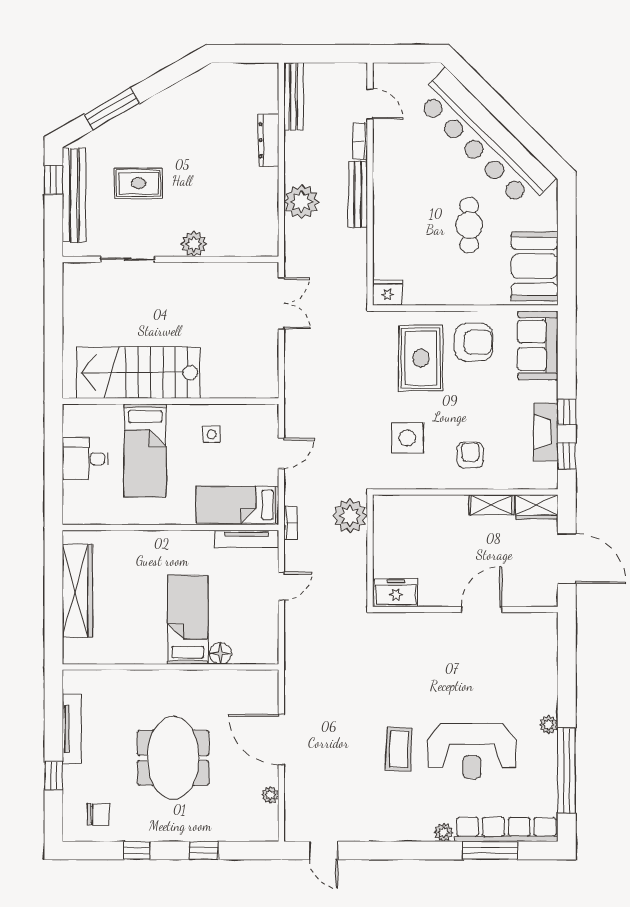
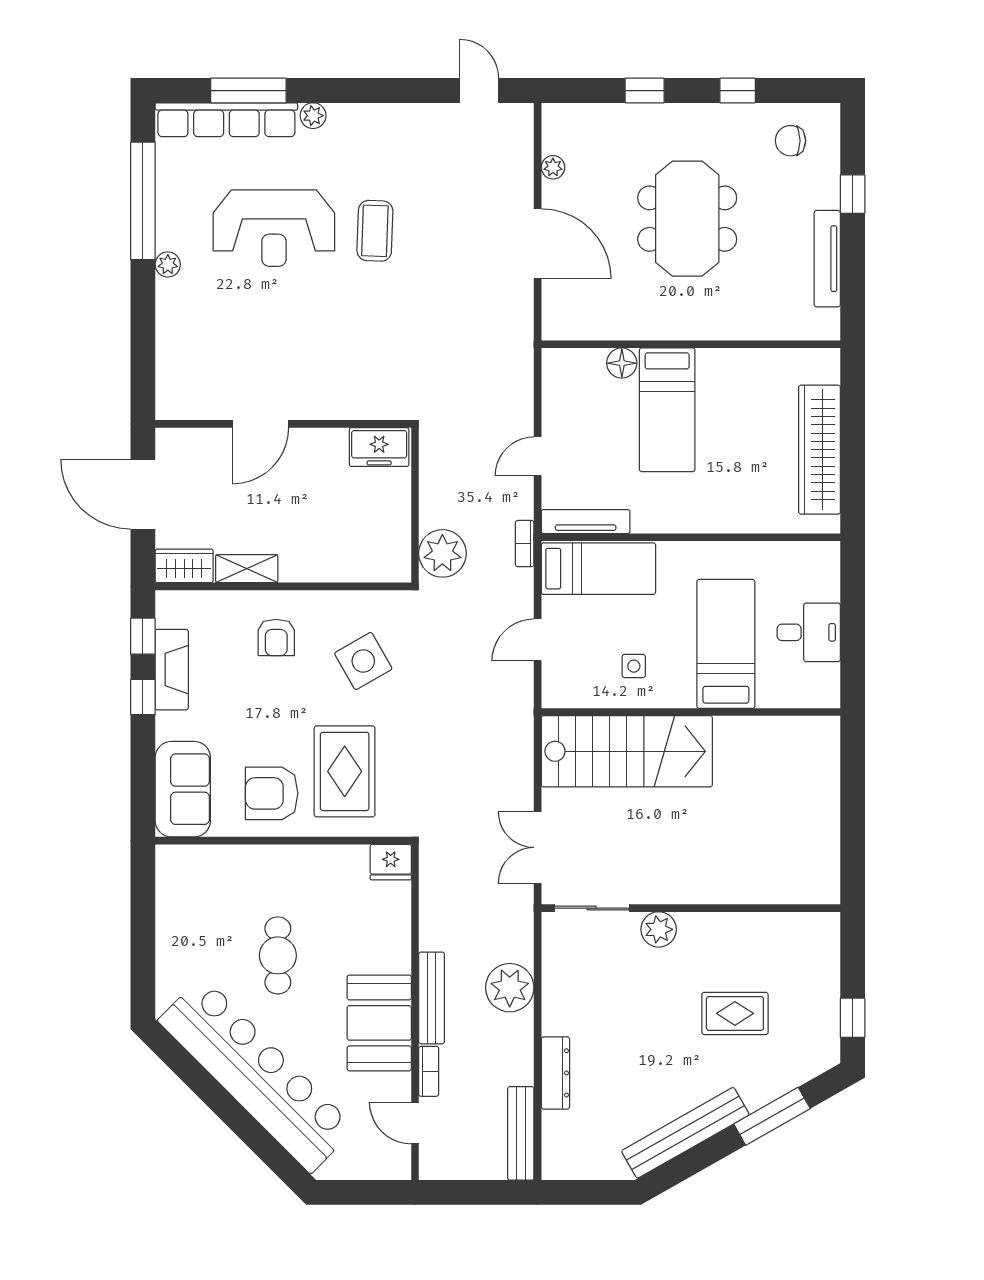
bench: (74, 195) -> (685, 1133), moved, turned 60
sliding door: (128, 259) -> (592, 908), moved
booth: (535, 266) -> (379, 1023), moved
stairs: (138, 373) -> (627, 751), moved
side table: (407, 438) -> (363, 661), turned -30
reception desk: (472, 751) -> (274, 228), turned 180

